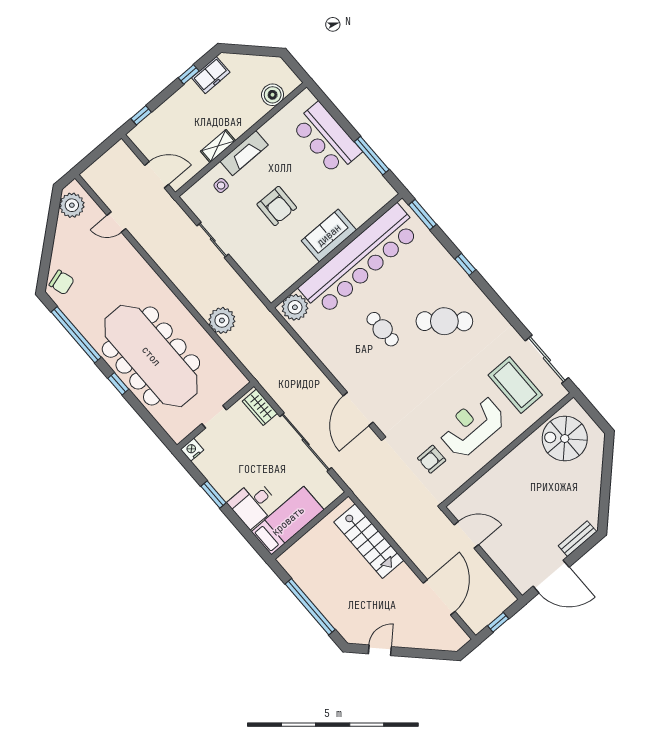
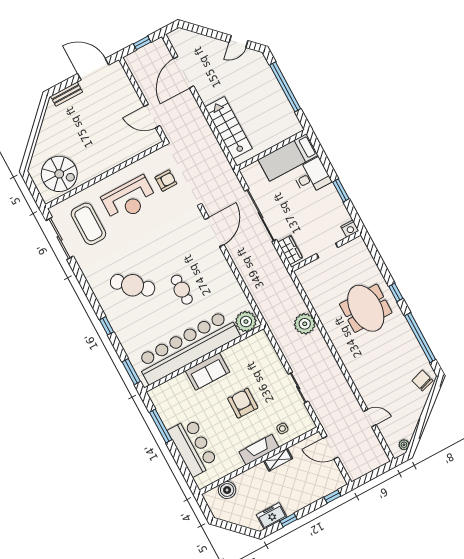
plant: (72, 205) -> (404, 445), width x0.53, depth x0.53
meeting table: (151, 356) -> (366, 308), width x0.54, depth x0.79

